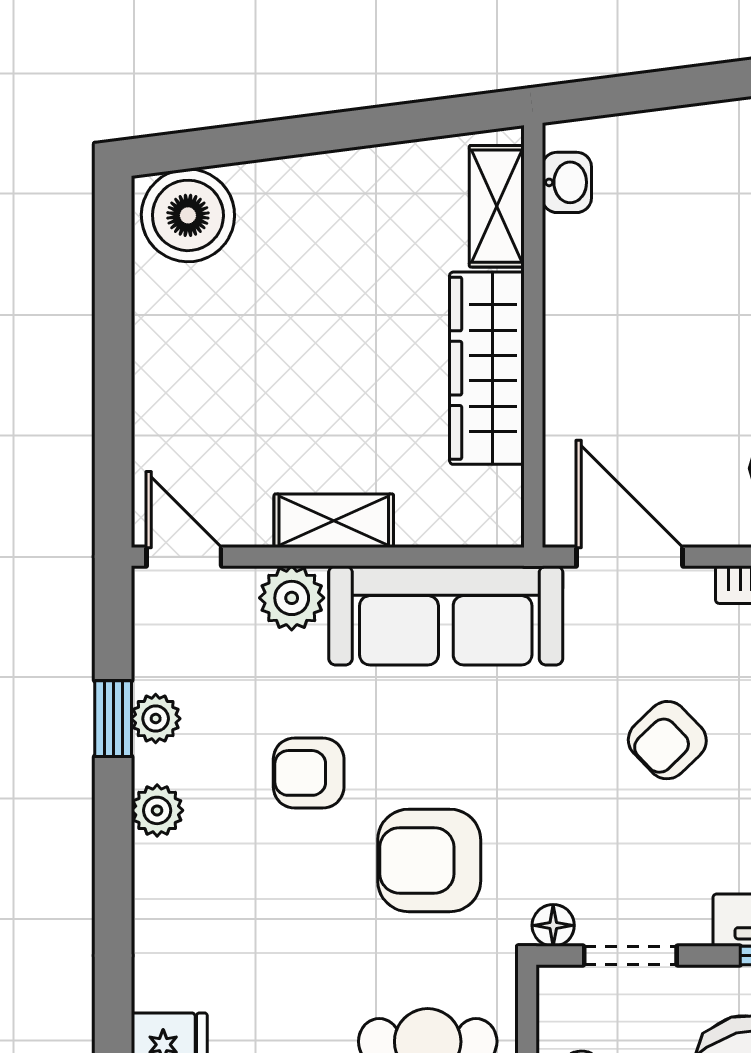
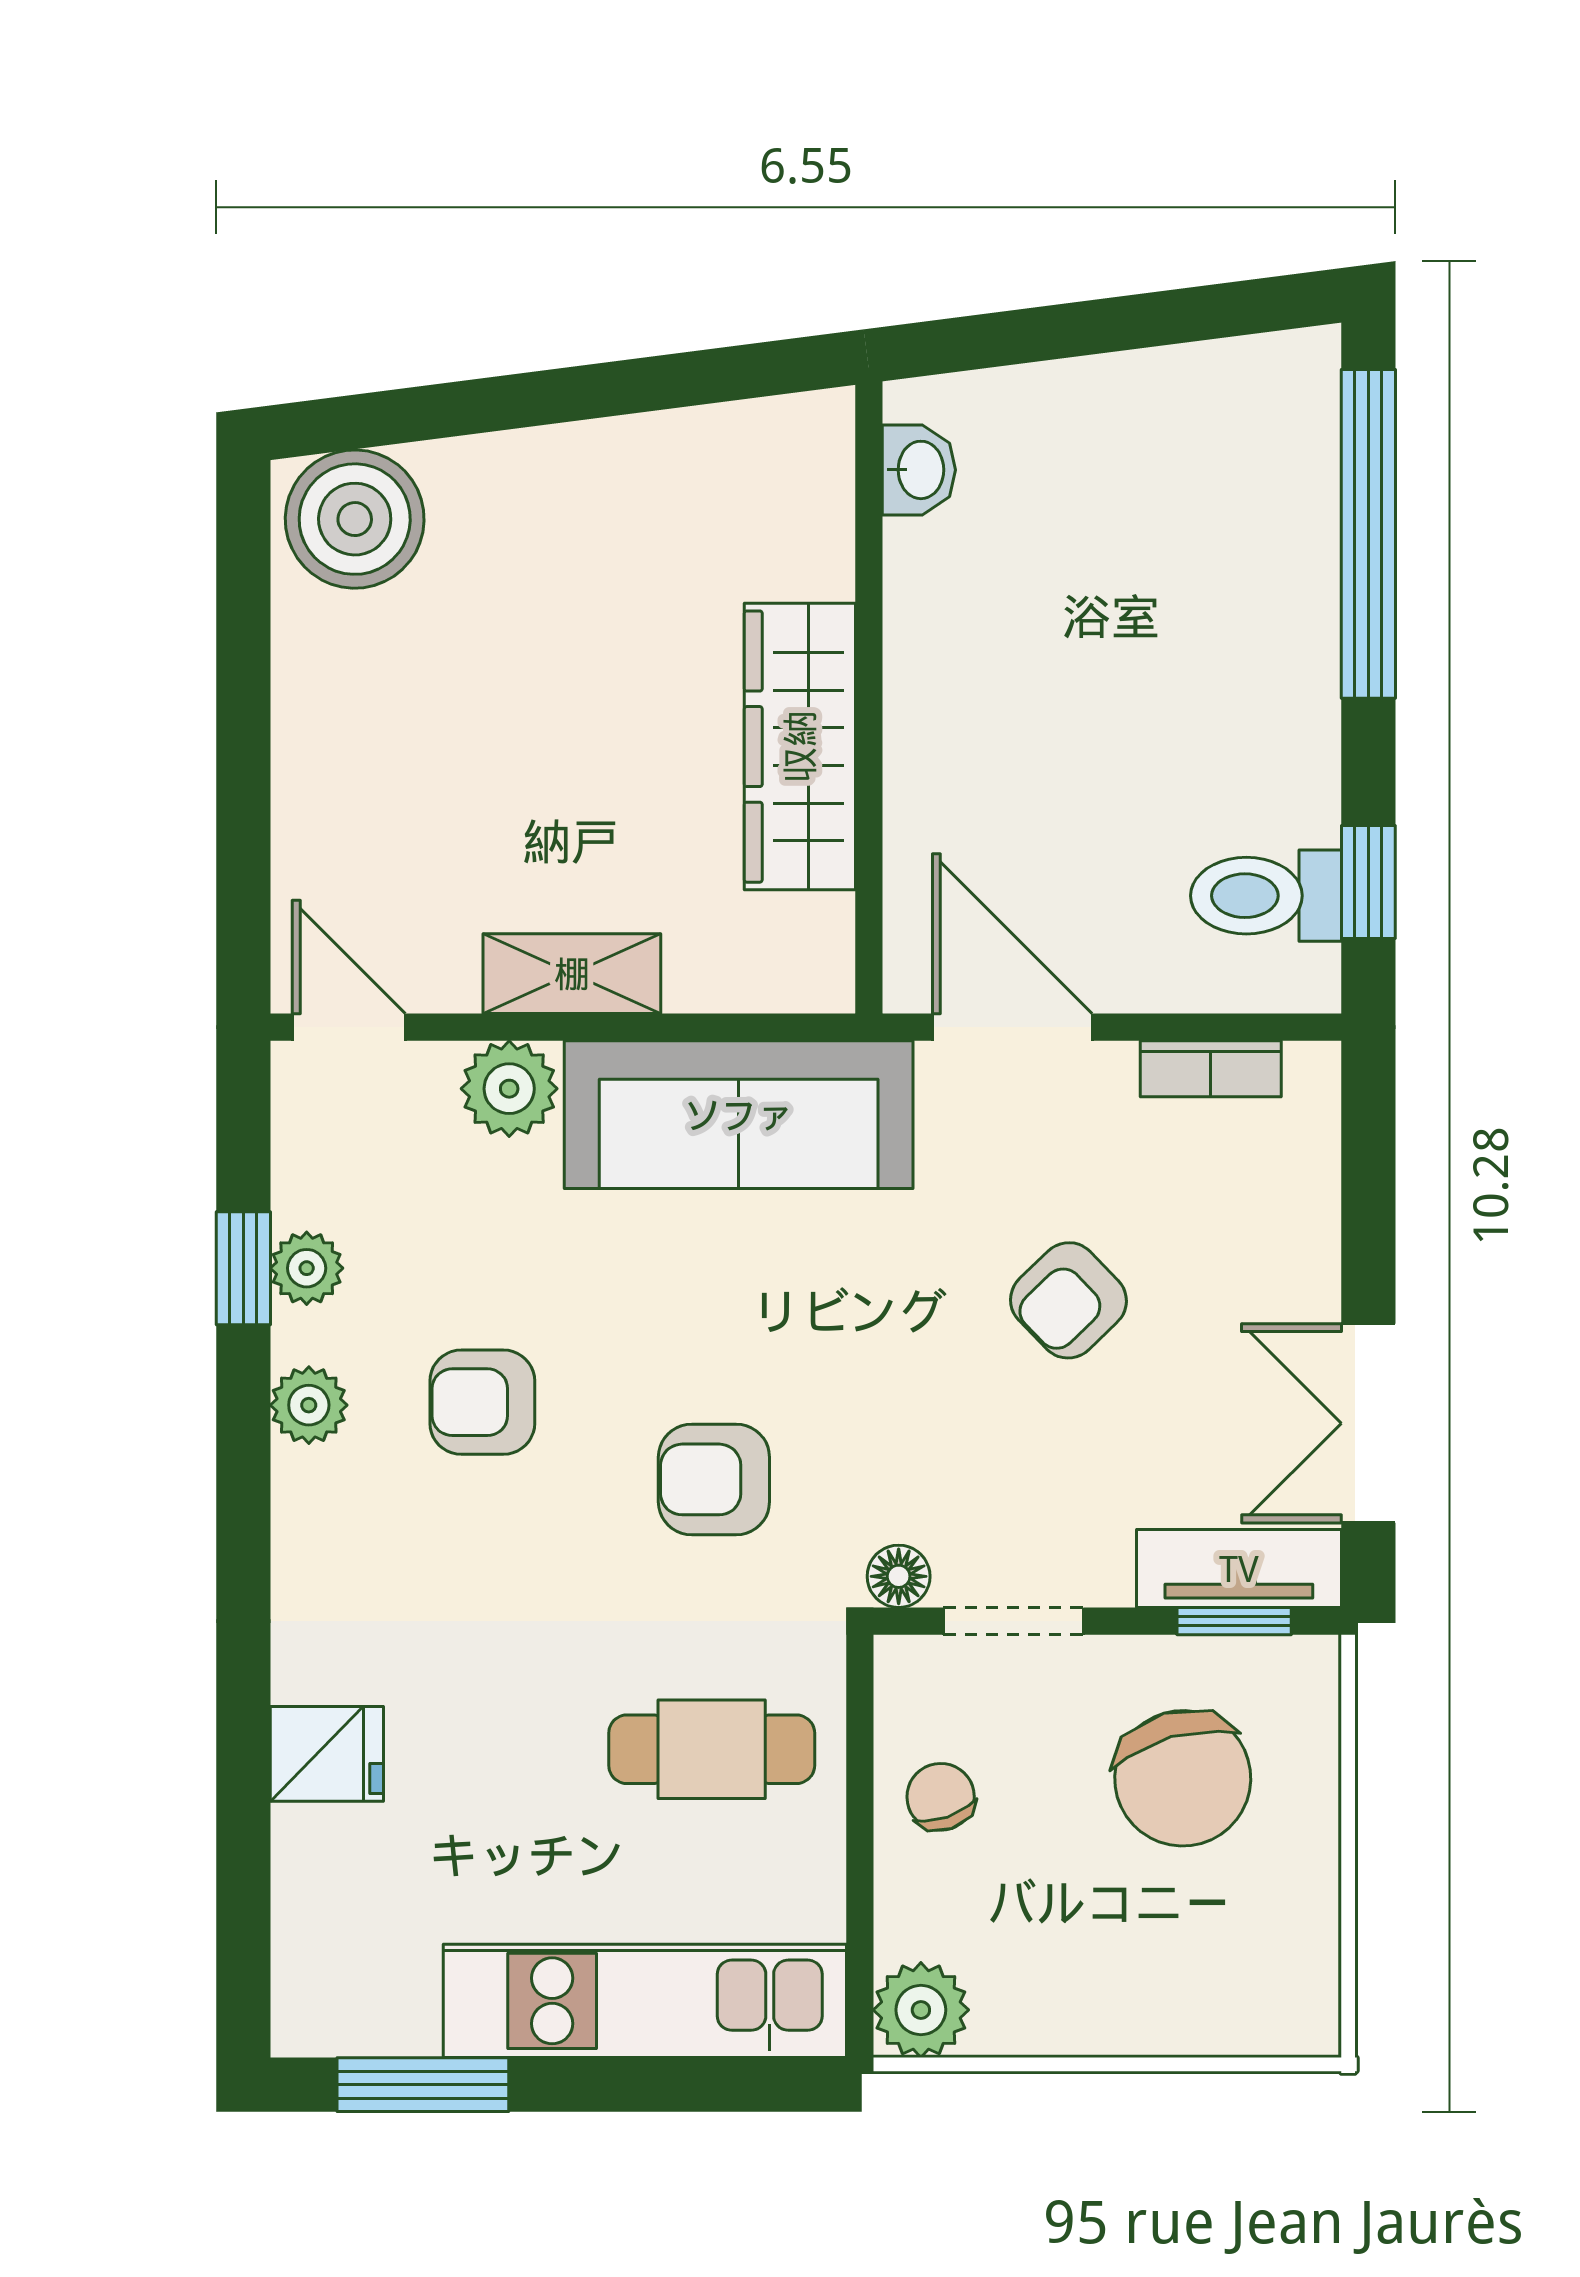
shelving: (497, 206) -> (815, 505), removed
armchair: (309, 773) -> (482, 1402), moved
armchair: (429, 860) -> (714, 1479), width x0.72, depth x0.72

